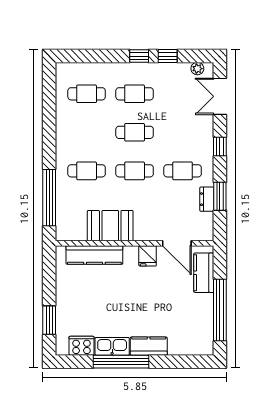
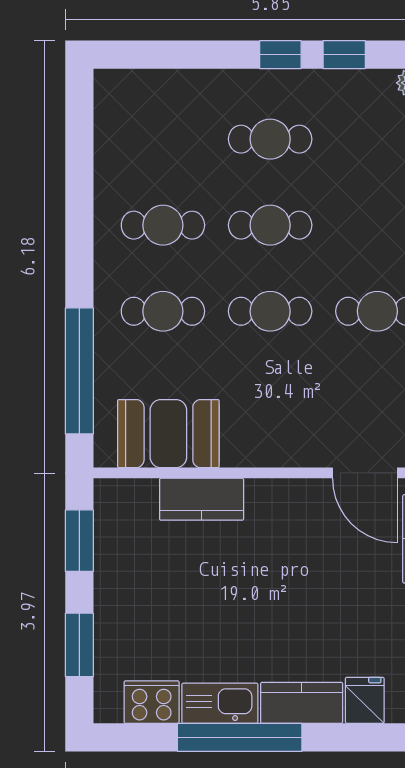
cafe table: (87, 94) -> (163, 225), moved
booth: (110, 226) -> (168, 434), moved
kitchen counter: (94, 255) -> (202, 499), width x0.67
fridge: (148, 256) -> (365, 700), moved, turned 180
window: (49, 274) -> (79, 541), added

